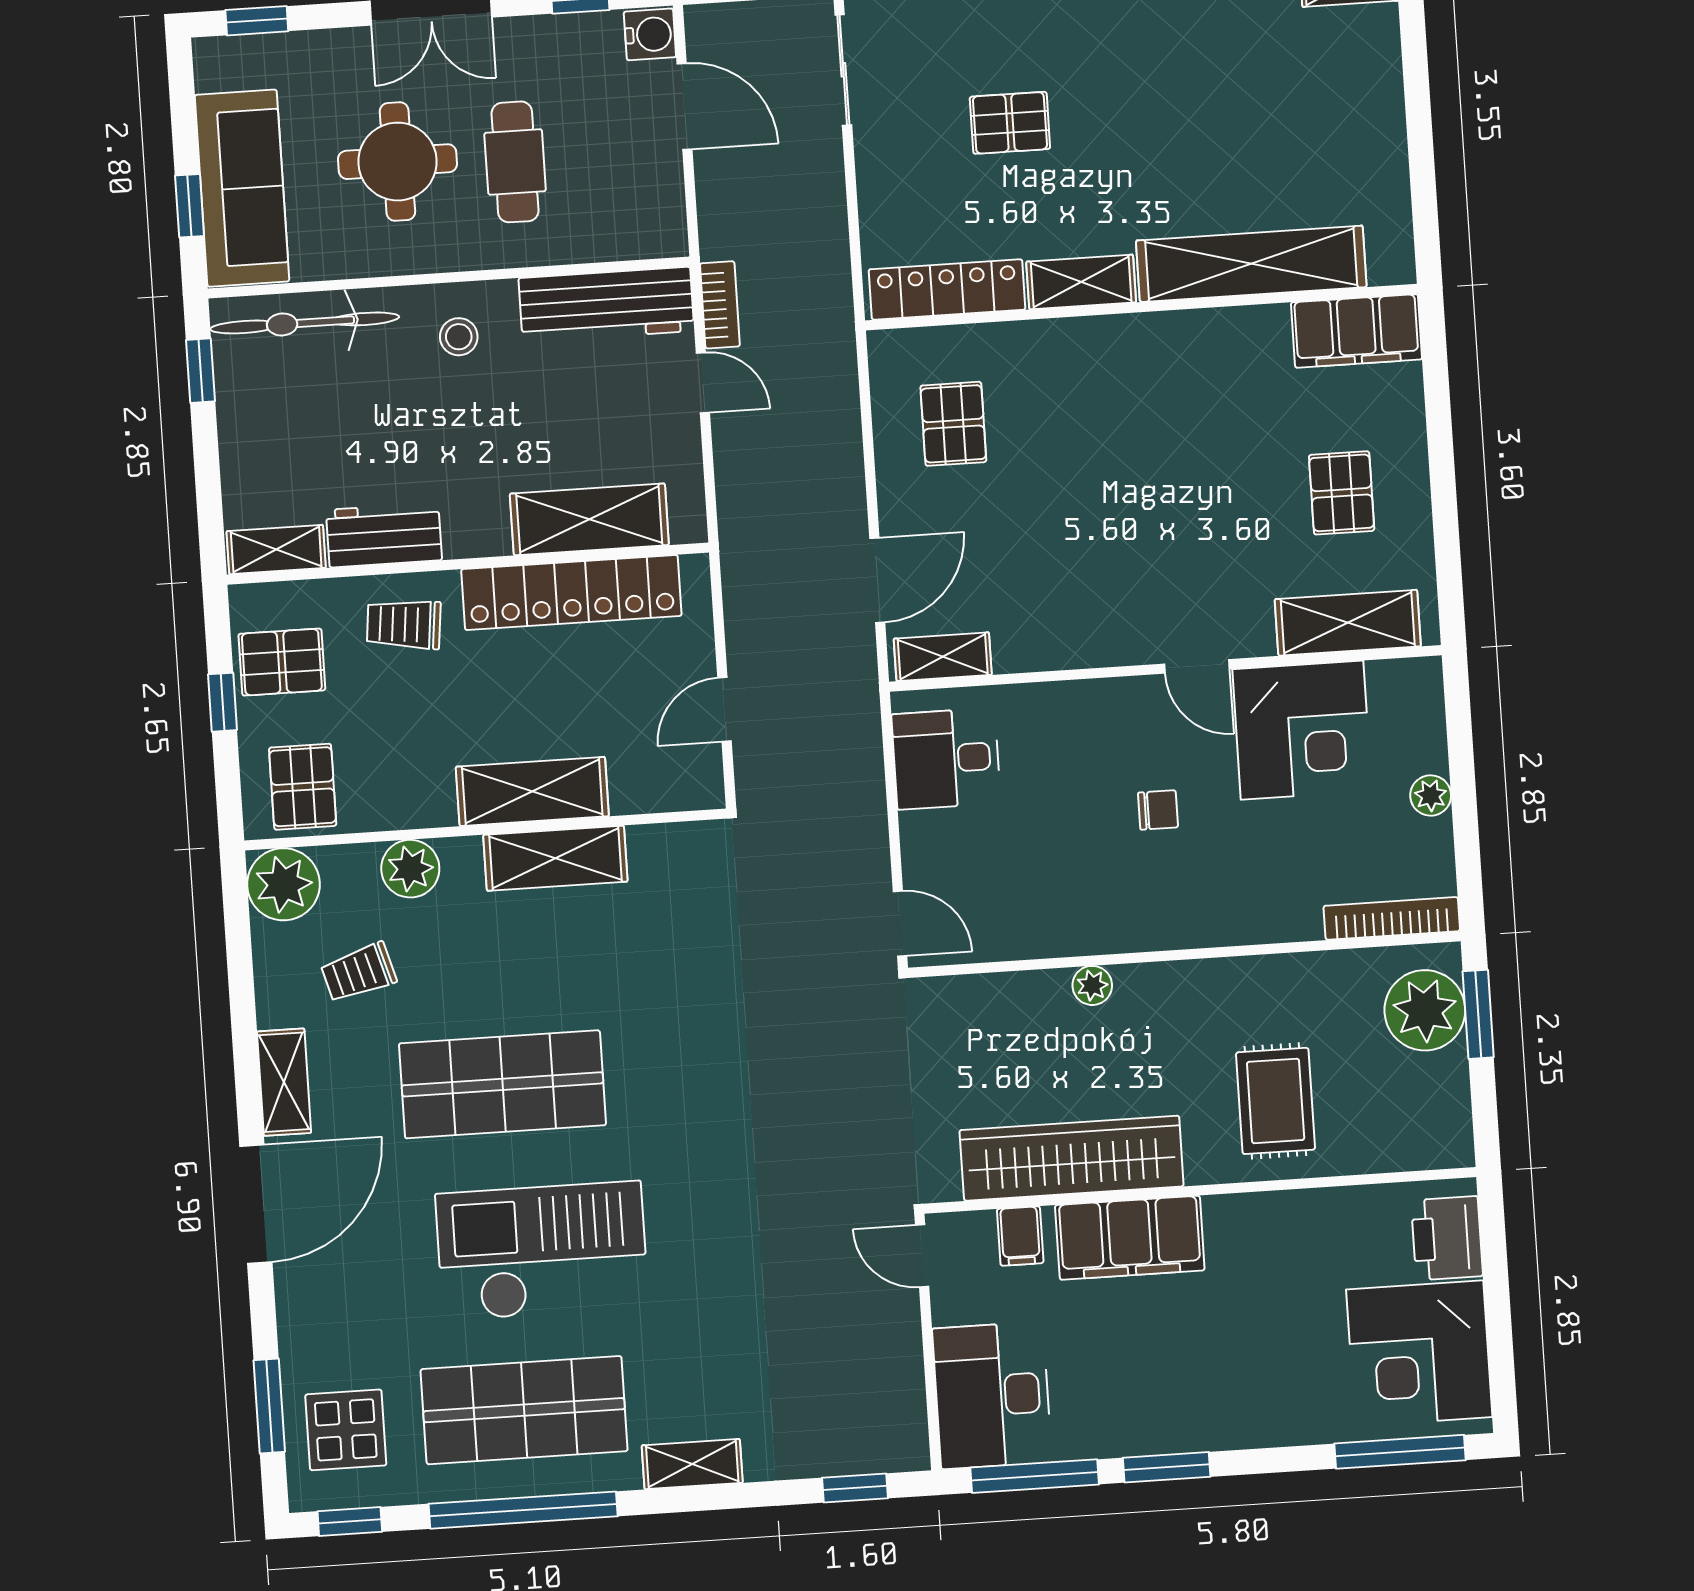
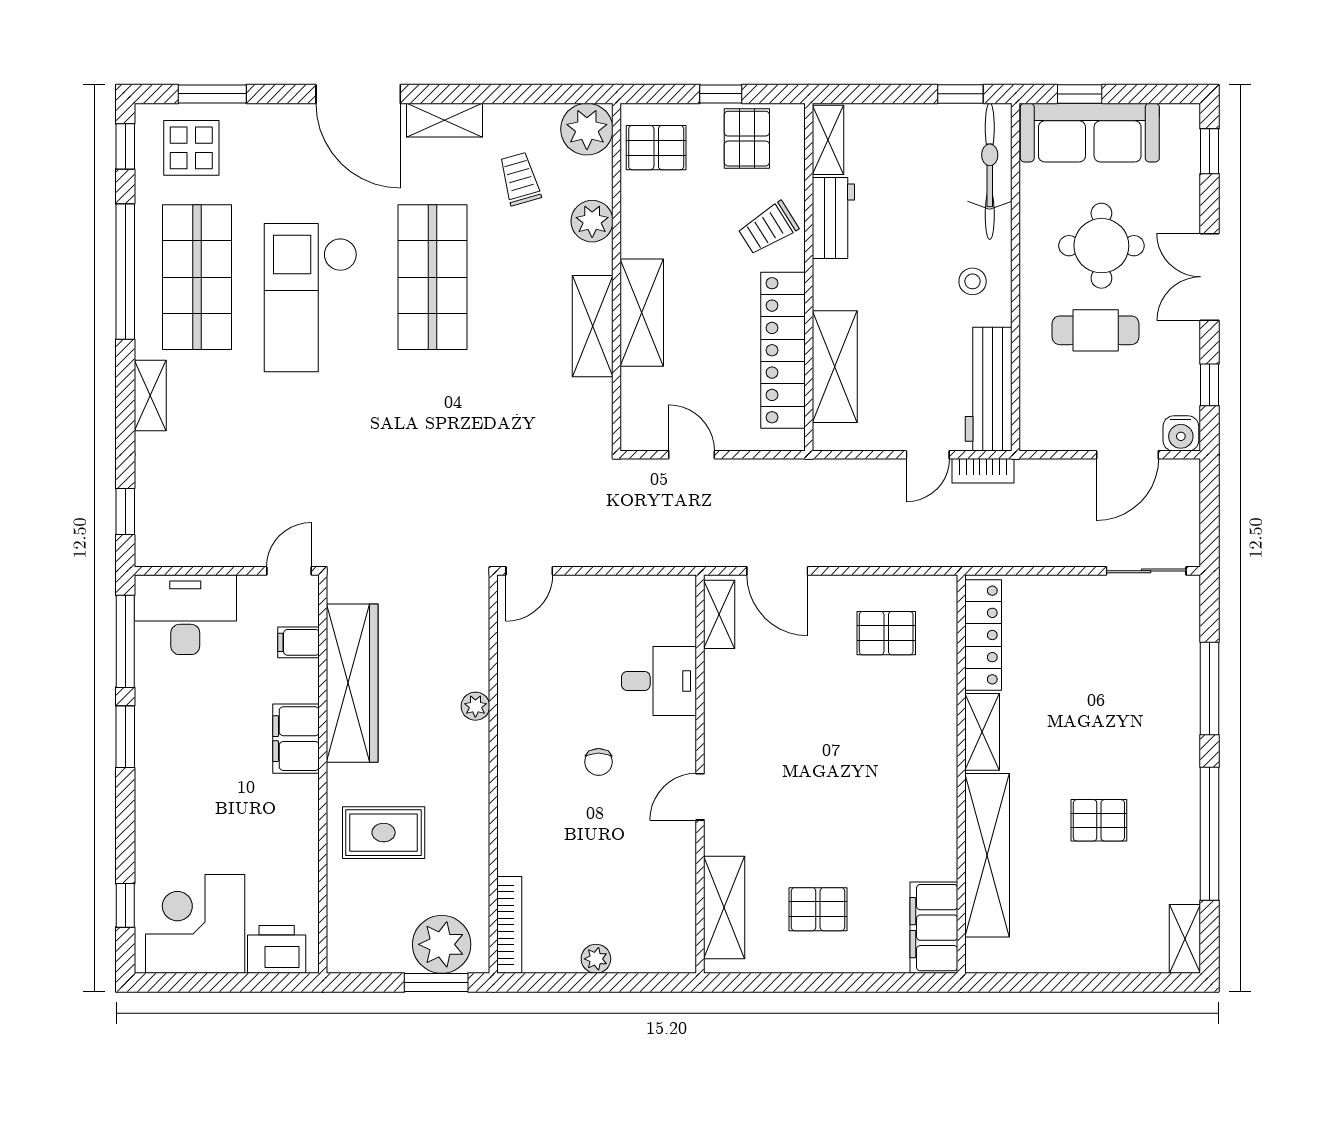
pallet: (1010, 123) -> (1099, 820), moved, turned 90
trolley: (404, 624) -> (768, 228), turned -128
corner desk: (1302, 730) -> (649, 869), removed
desk: (946, 759) -> (659, 681), moved, turned 90
filing cabinet: (1130, 1238) -> (296, 739), width x0.67, depth x0.86
checkout: (542, 1251) -> (311, 298), turned 180
window: (1400, 1452) -> (125, 905), width x0.46

